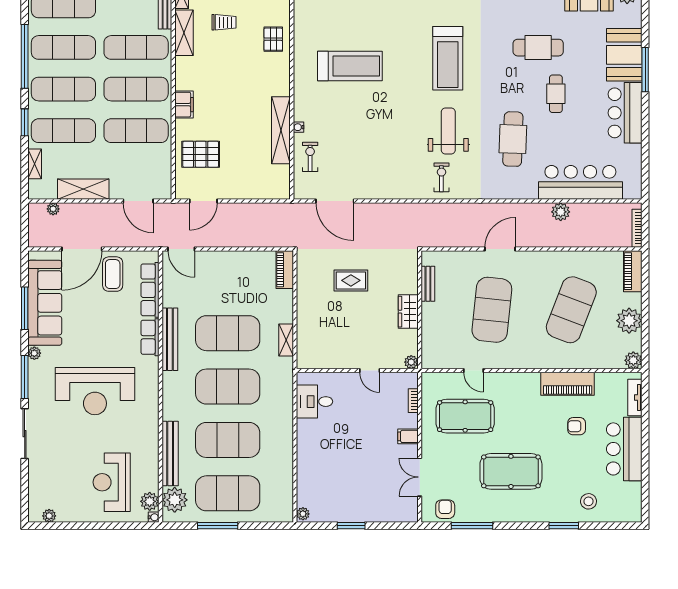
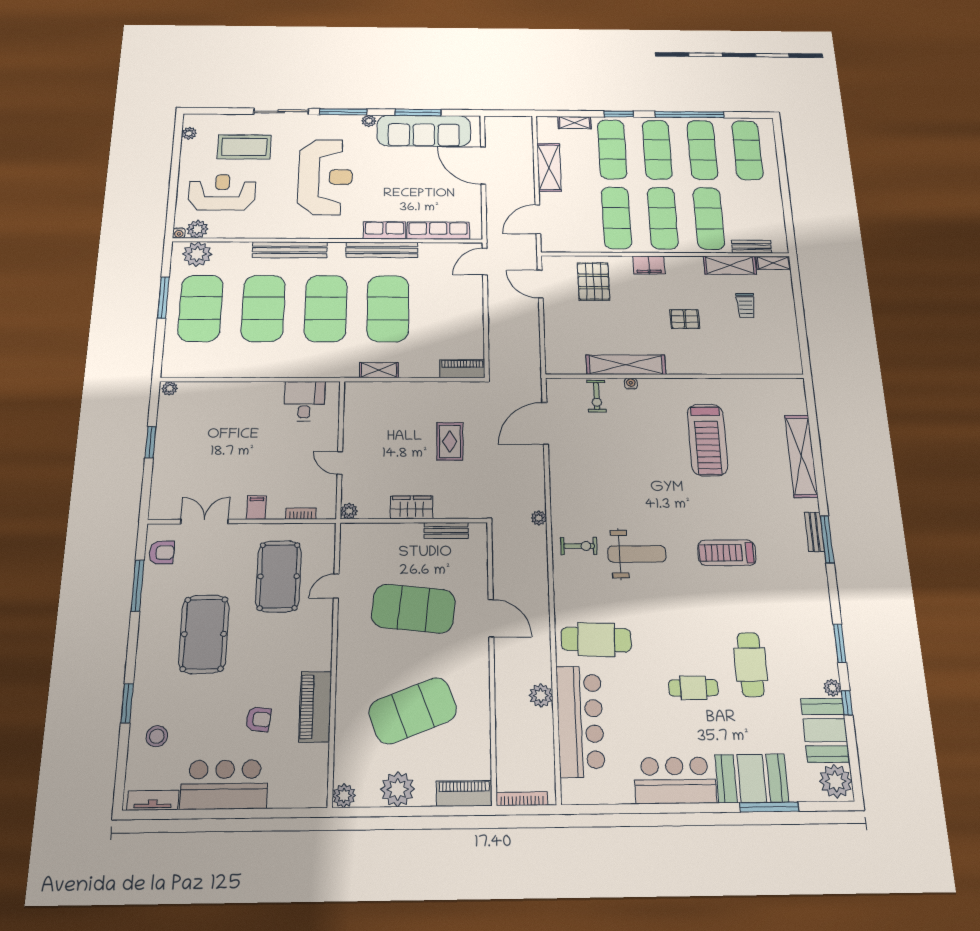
pallet: (273, 39) -> (685, 319), moved
treadmill: (448, 58) -> (727, 553), width x0.73, depth x0.73
window: (645, 70) -> (769, 807), moved
cafe table: (513, 139) -> (596, 640), moved
exercise bike: (310, 157) -> (597, 396), turned 90
plant: (53, 209) -> (539, 518), moved
coffee table: (113, 274) -> (244, 147), moved, width x1.36, depth x1.32
exercise mat: (571, 310) -> (413, 711), turned -42
door: (370, 371) -> (340, 463), hinge flipped
reception desk: (95, 391) -> (325, 177), turned 180
tv unit: (635, 397) -> (153, 800), moved
armchair: (577, 426) -> (258, 719), turned 97
bench: (170, 454) -> (290, 250), moved

